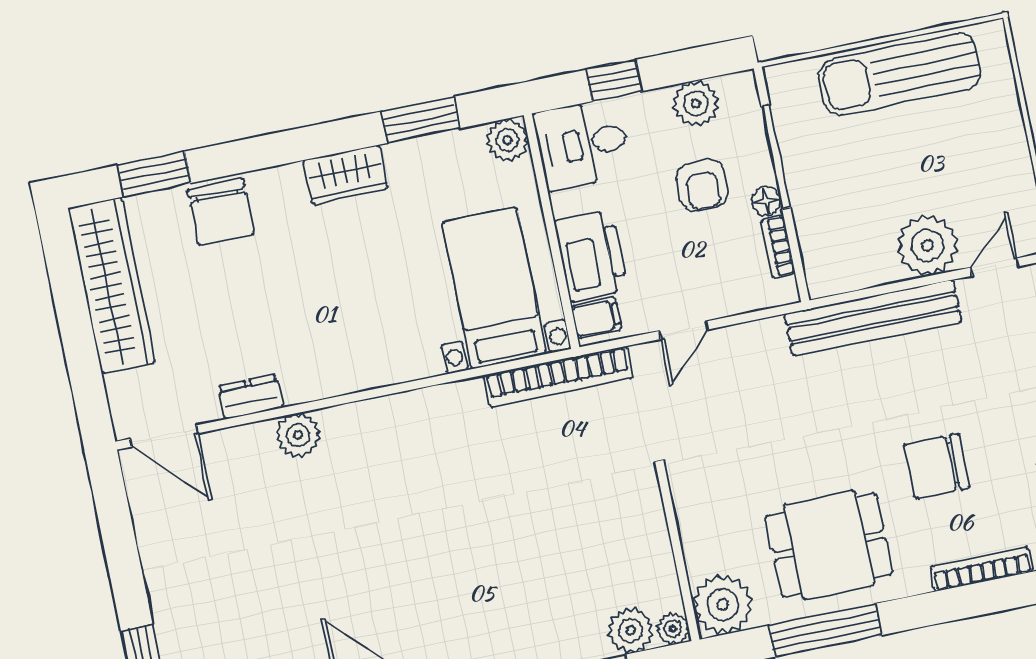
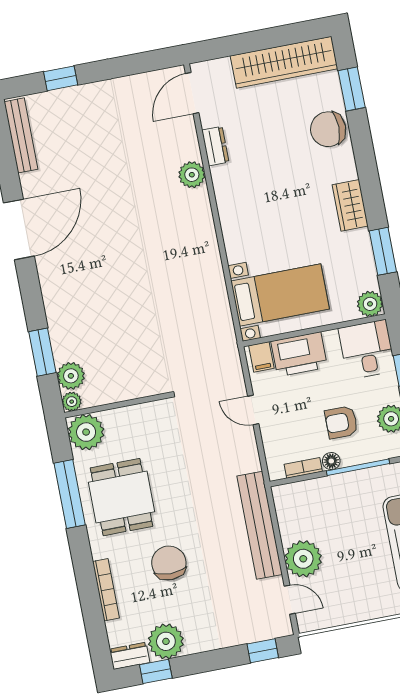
bookcase: (558, 377) -> (226, 333), removed

